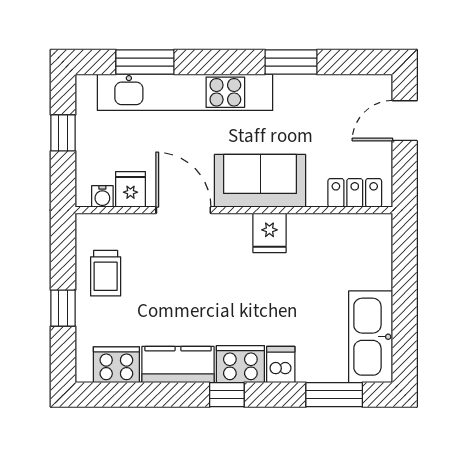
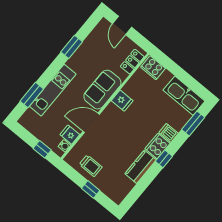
kitchen unit: (185, 92) -> (53, 90), width x0.73
window: (63, 133) -> (42, 149), moved
cooker: (116, 365) -> (153, 68), moved, turned -90

